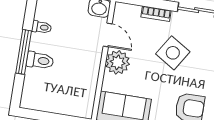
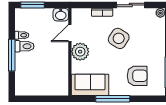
door: (108, 35) -> (70, 33), swing flipped
toilet: (40, 60) -> (24, 46), moved

